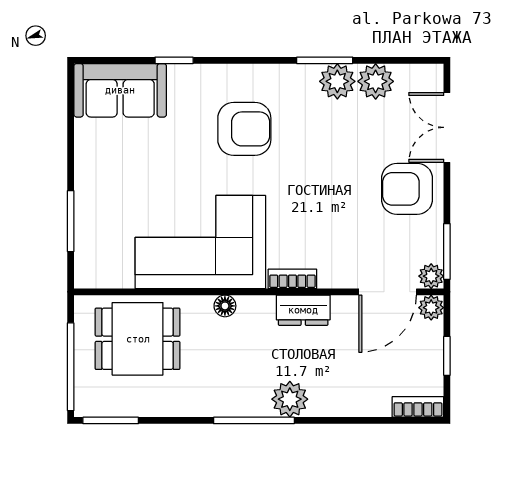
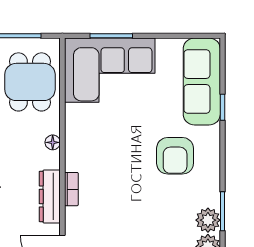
sofa: (120, 90) -> (202, 81), width x1.36
corner sofa: (200, 242) -> (110, 70), moved, turned 90
dresser: (303, 310) -> (50, 196), width x1.44

